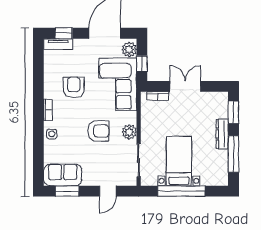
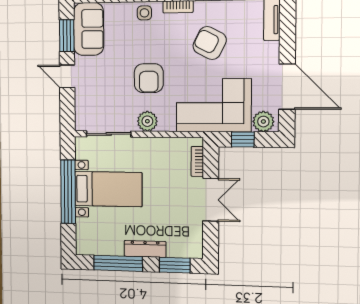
window: (64, 33) -> (288, 27), removed
armchair: (74, 87) -> (210, 43), turned -153
door: (108, 191) -> (67, 76), moved

